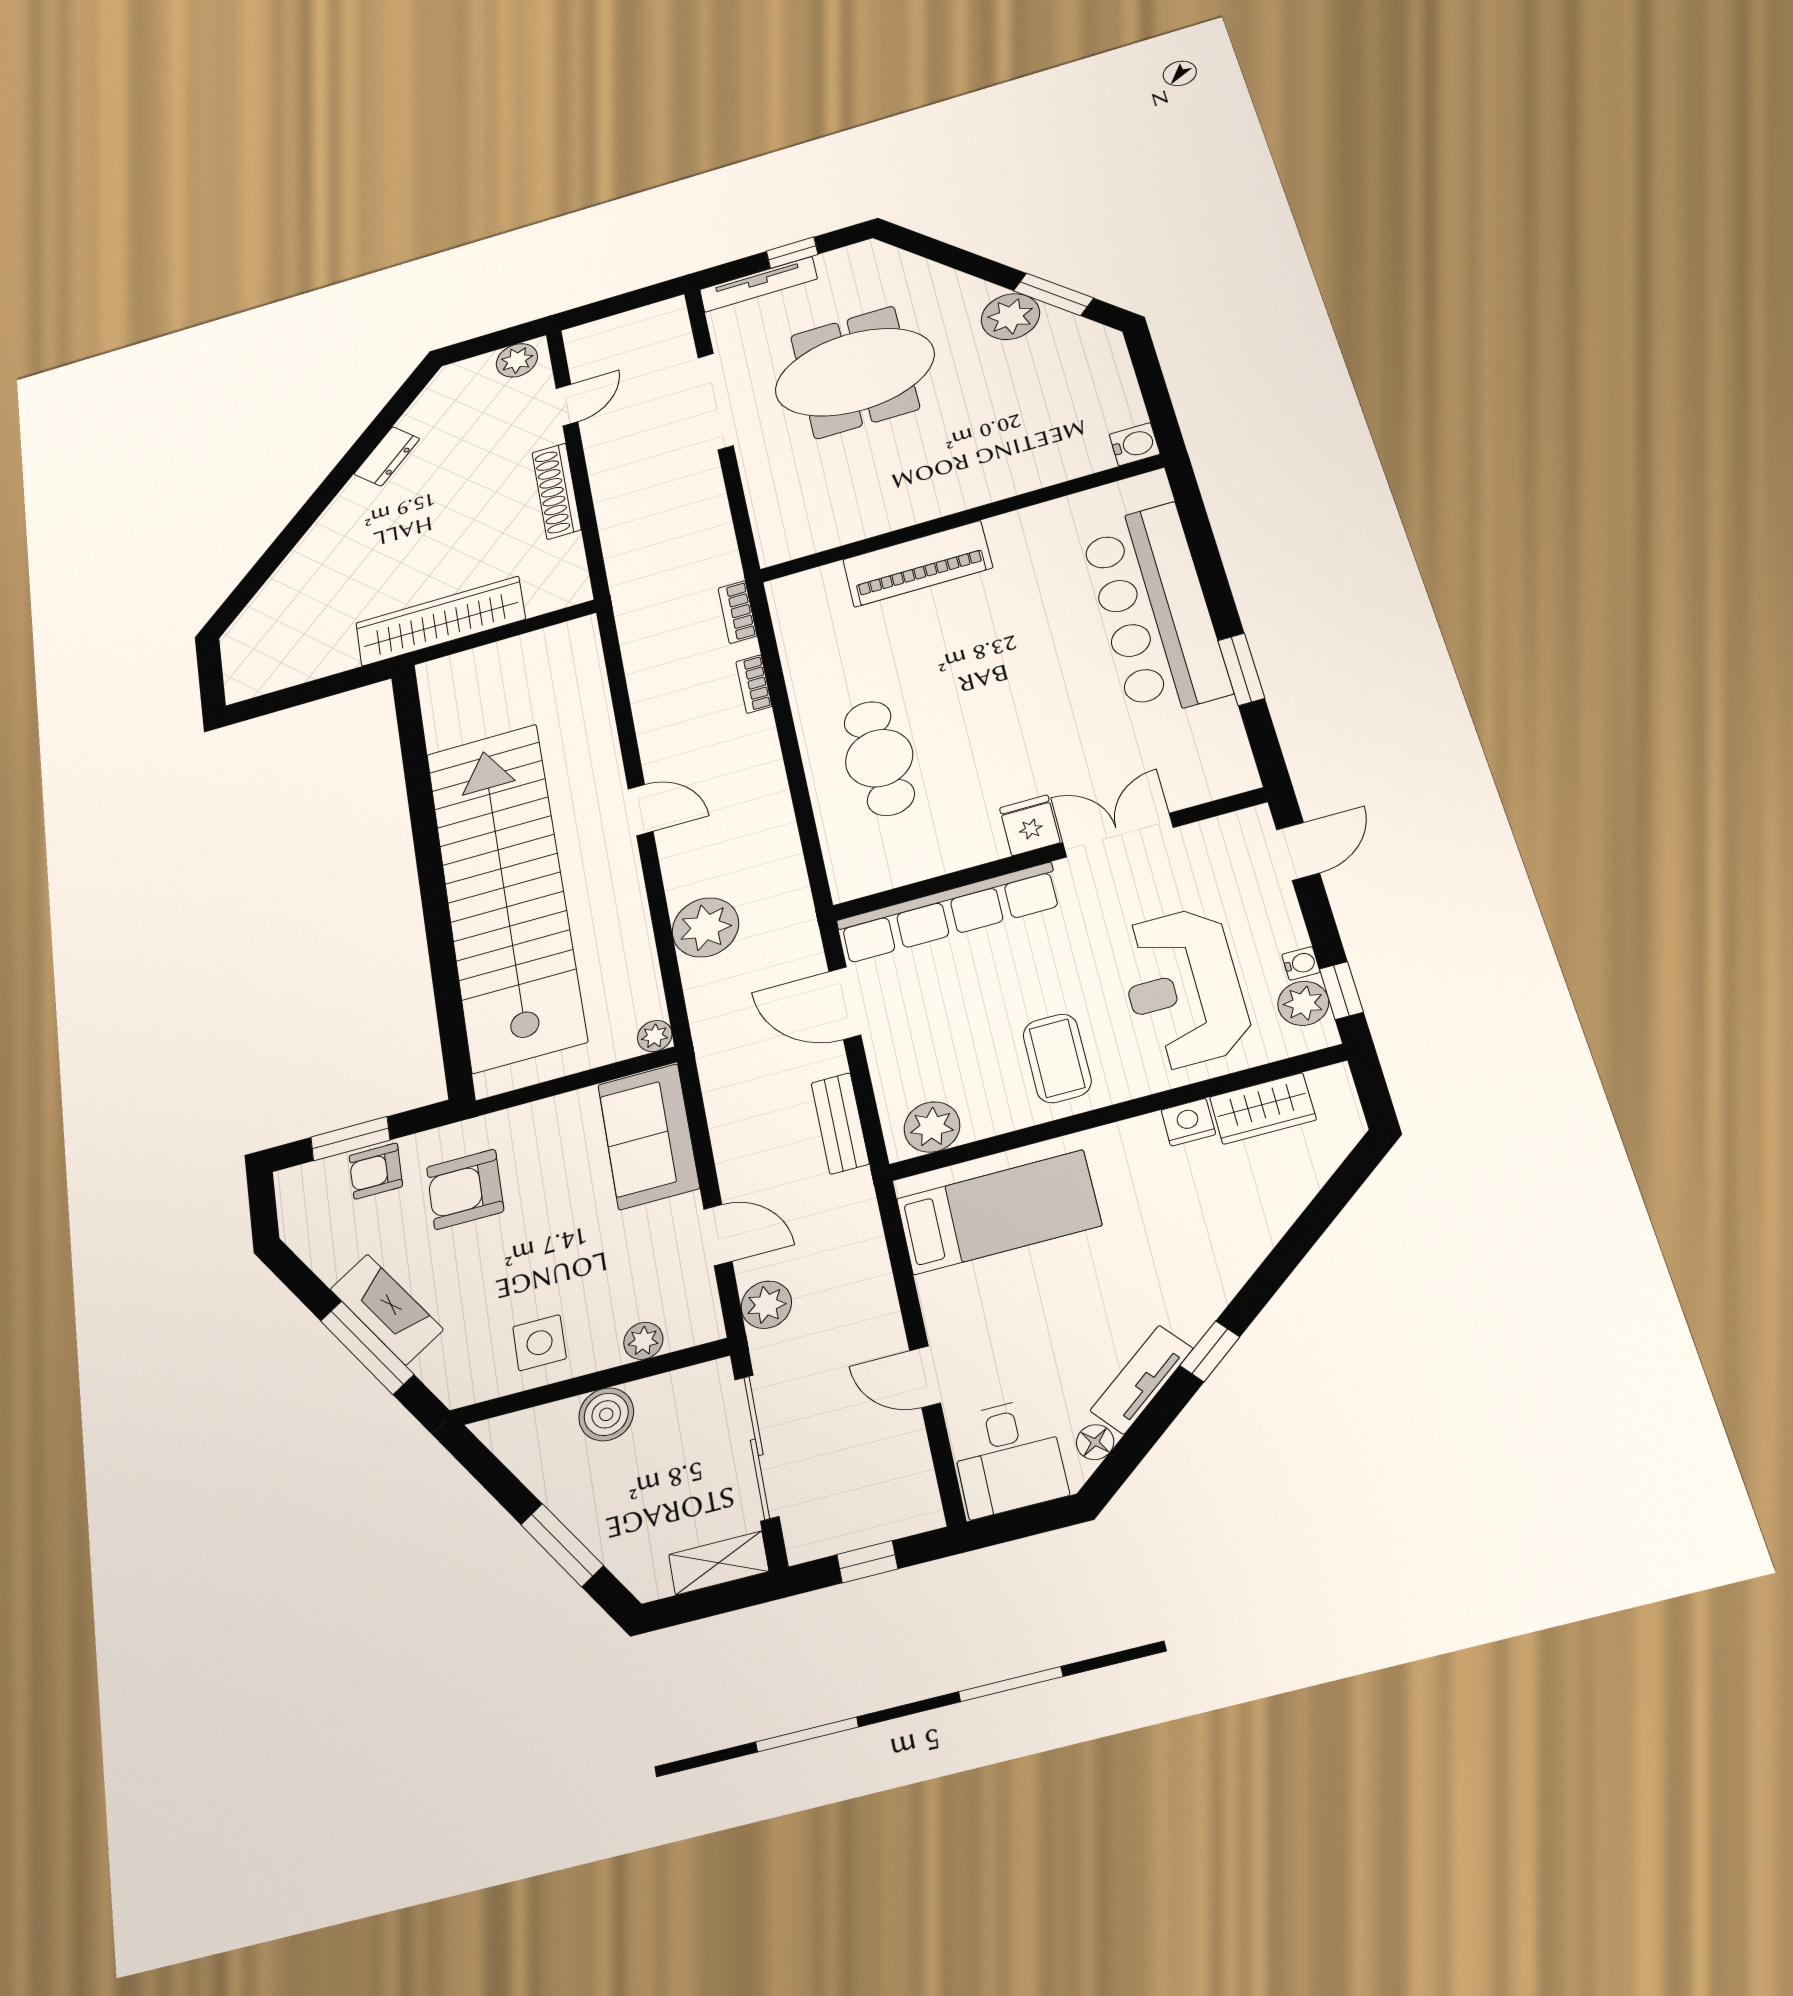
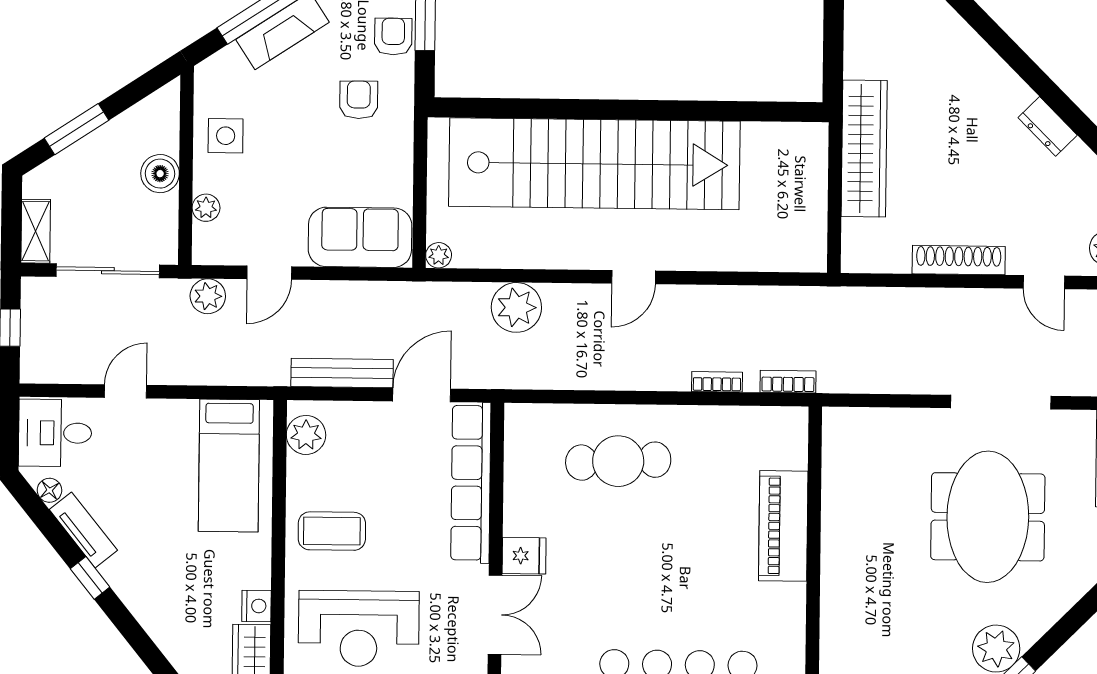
reception desk: (1183, 988) -> (359, 629), turned 180
bench: (840, 1123) -> (342, 373), width x1.36
armchair: (465, 1189) -> (359, 100), width x0.72, depth x0.72

